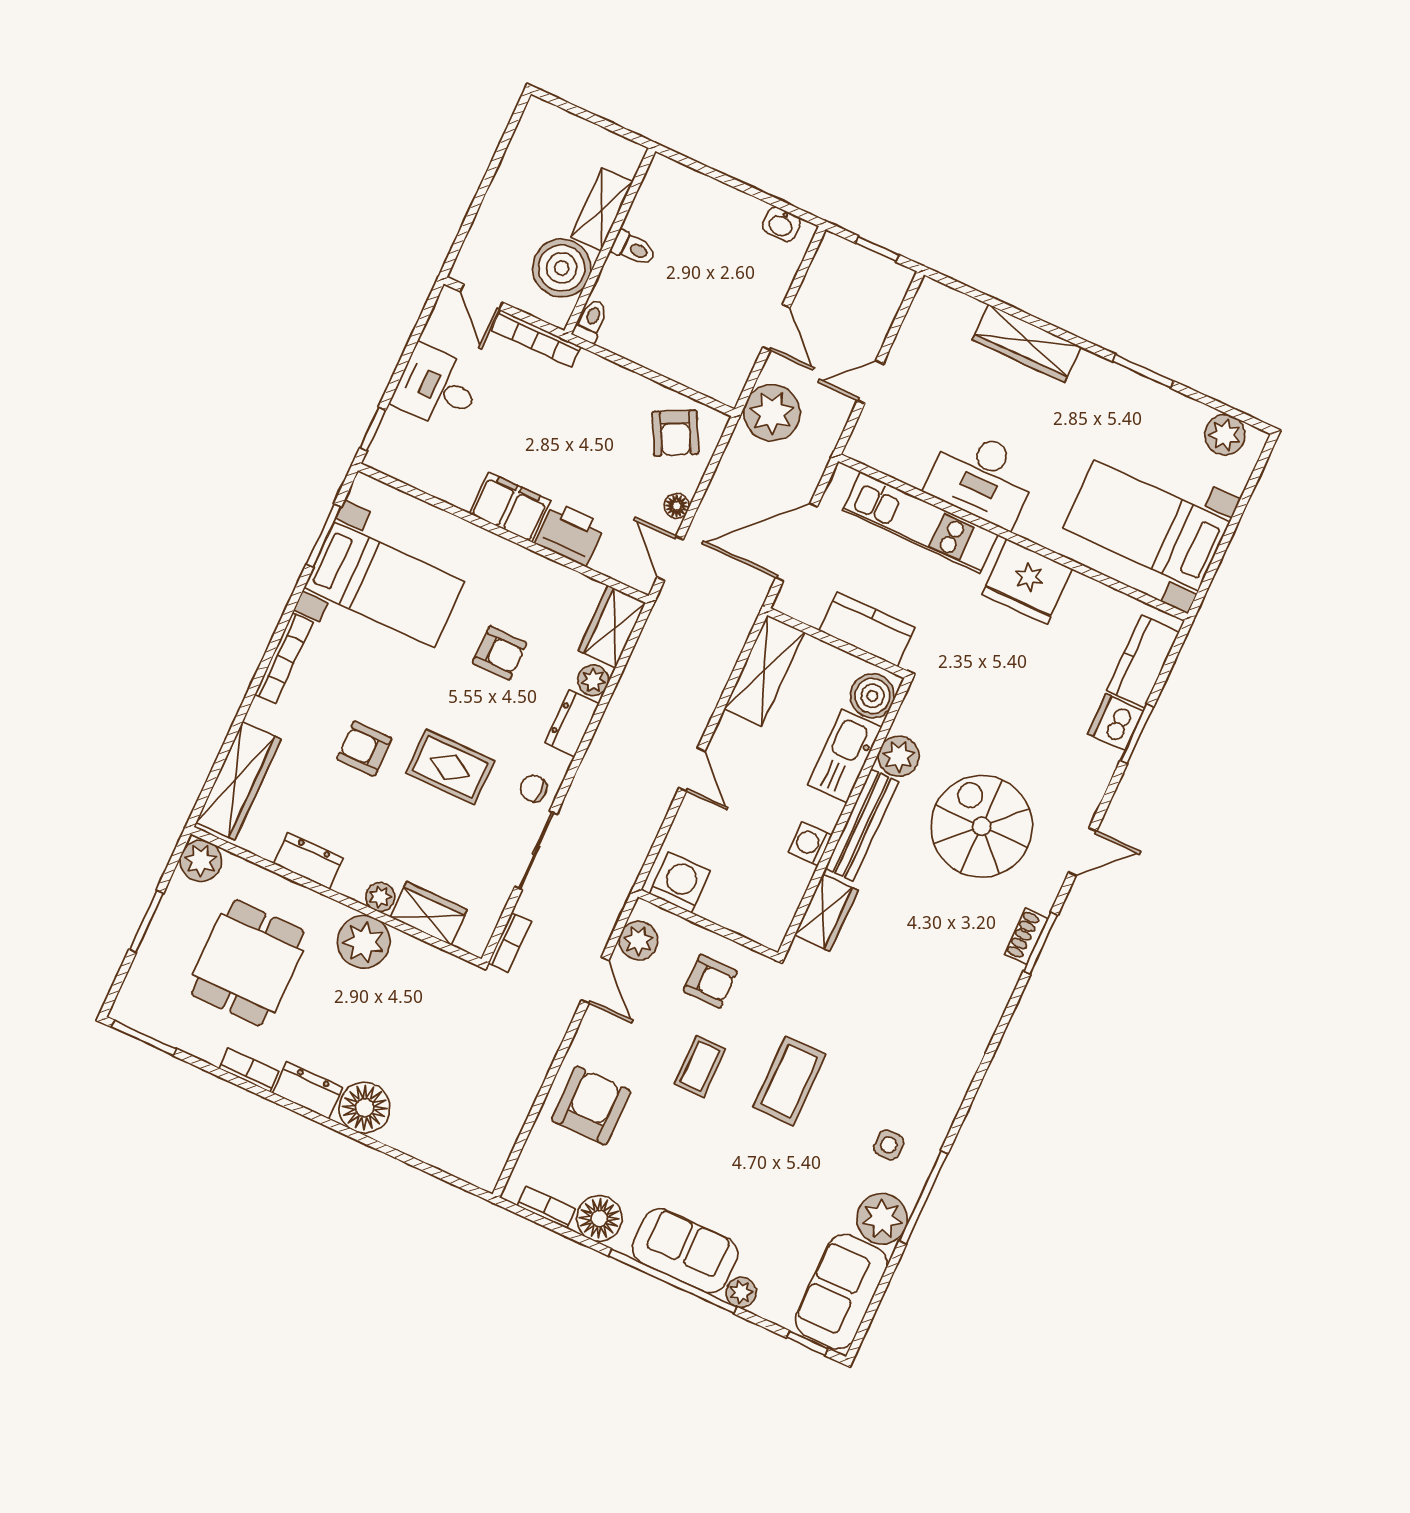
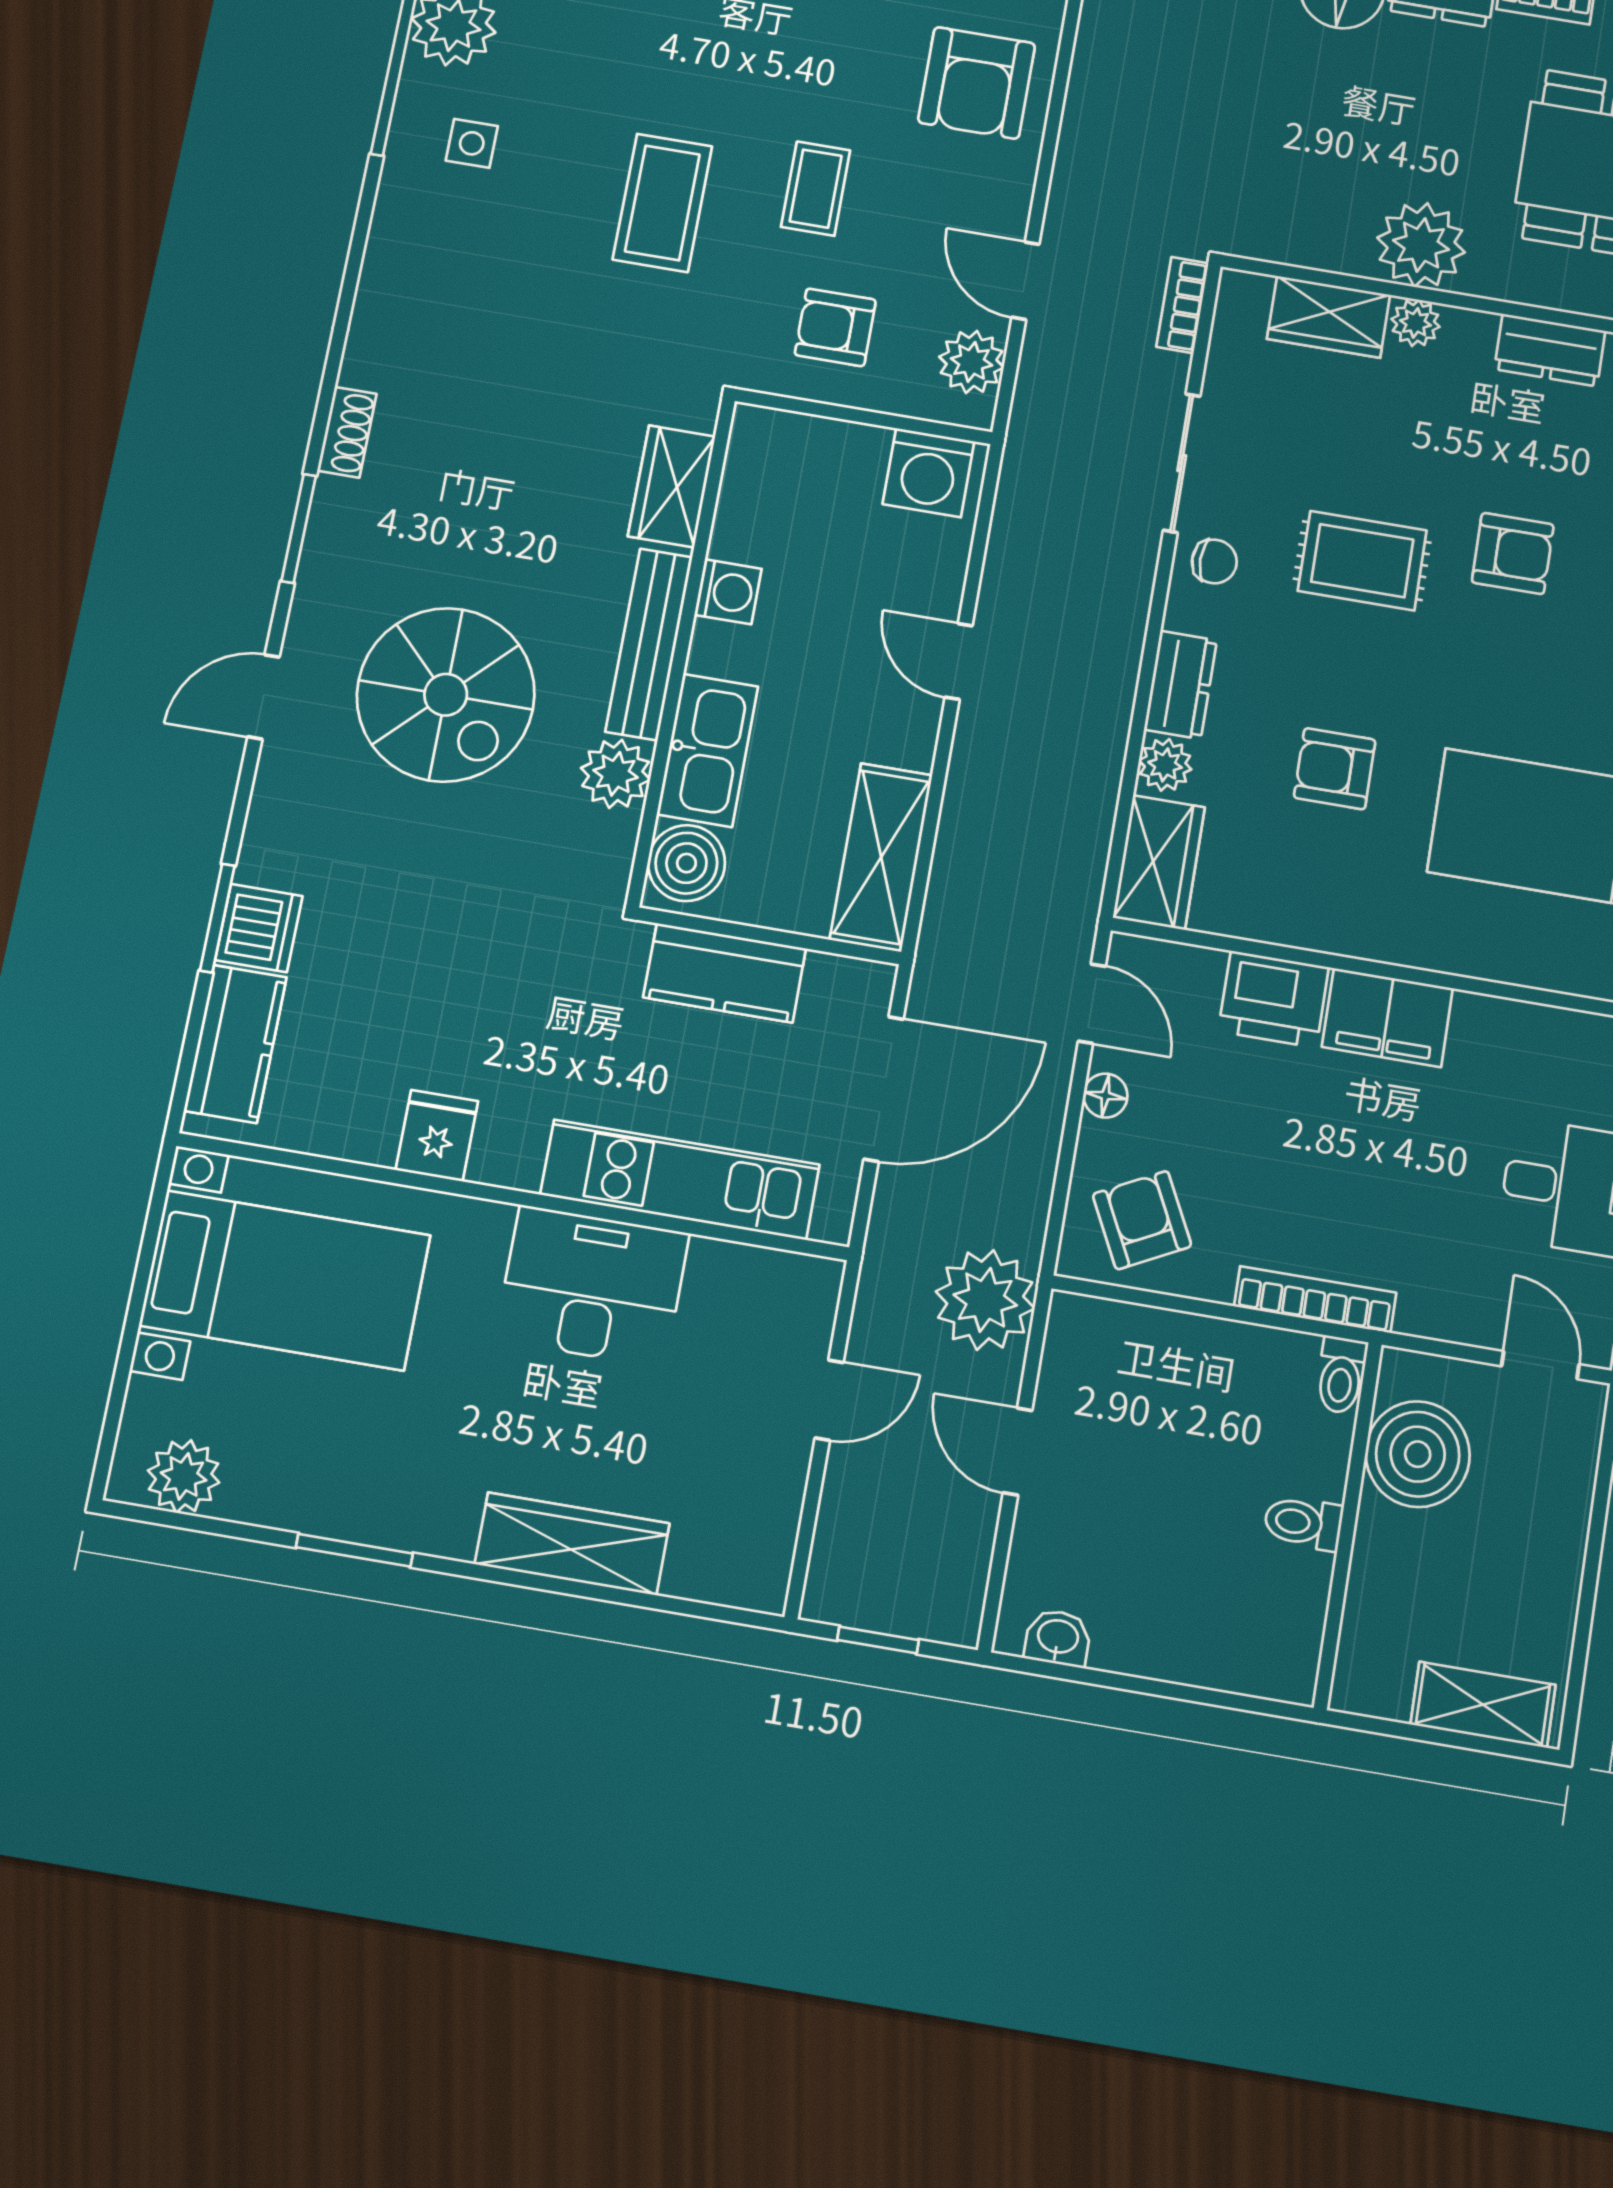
shelving: (602, 209) -> (1483, 1705), moved, turned 90
bookcase: (536, 339) -> (1315, 1300), moved
fridge: (1027, 582) -> (437, 1136), width x0.53, depth x0.75
shoe rack: (1026, 936) -> (347, 432), moved

